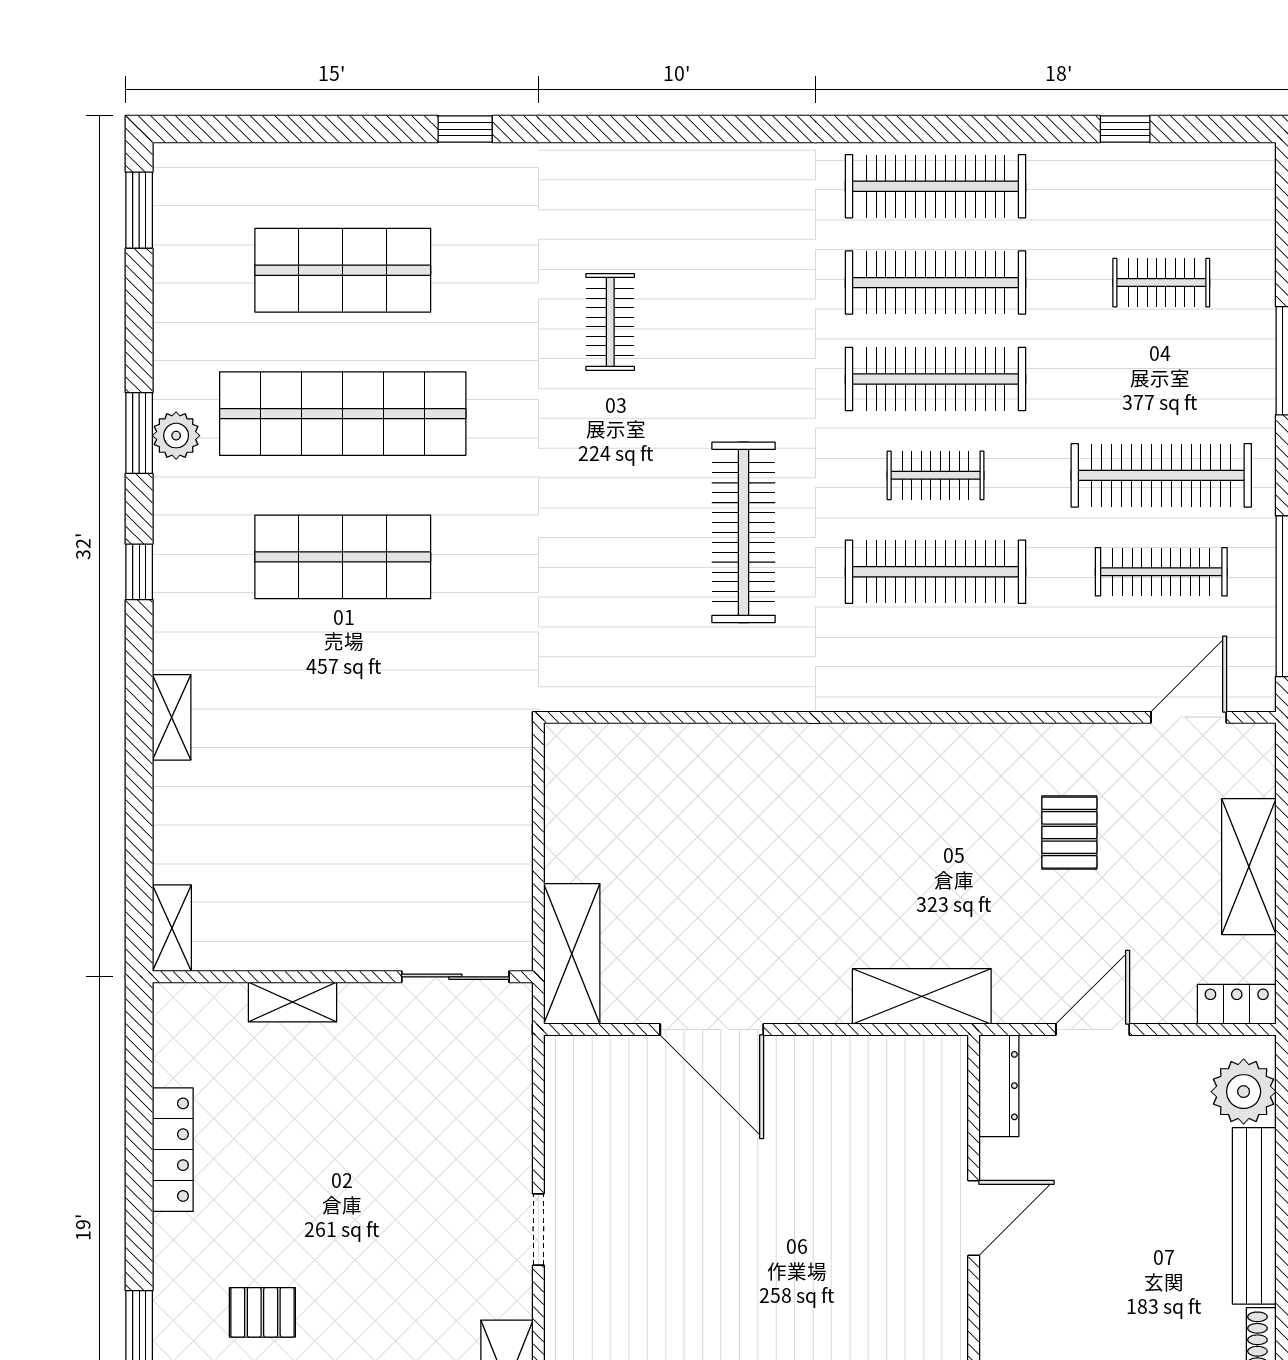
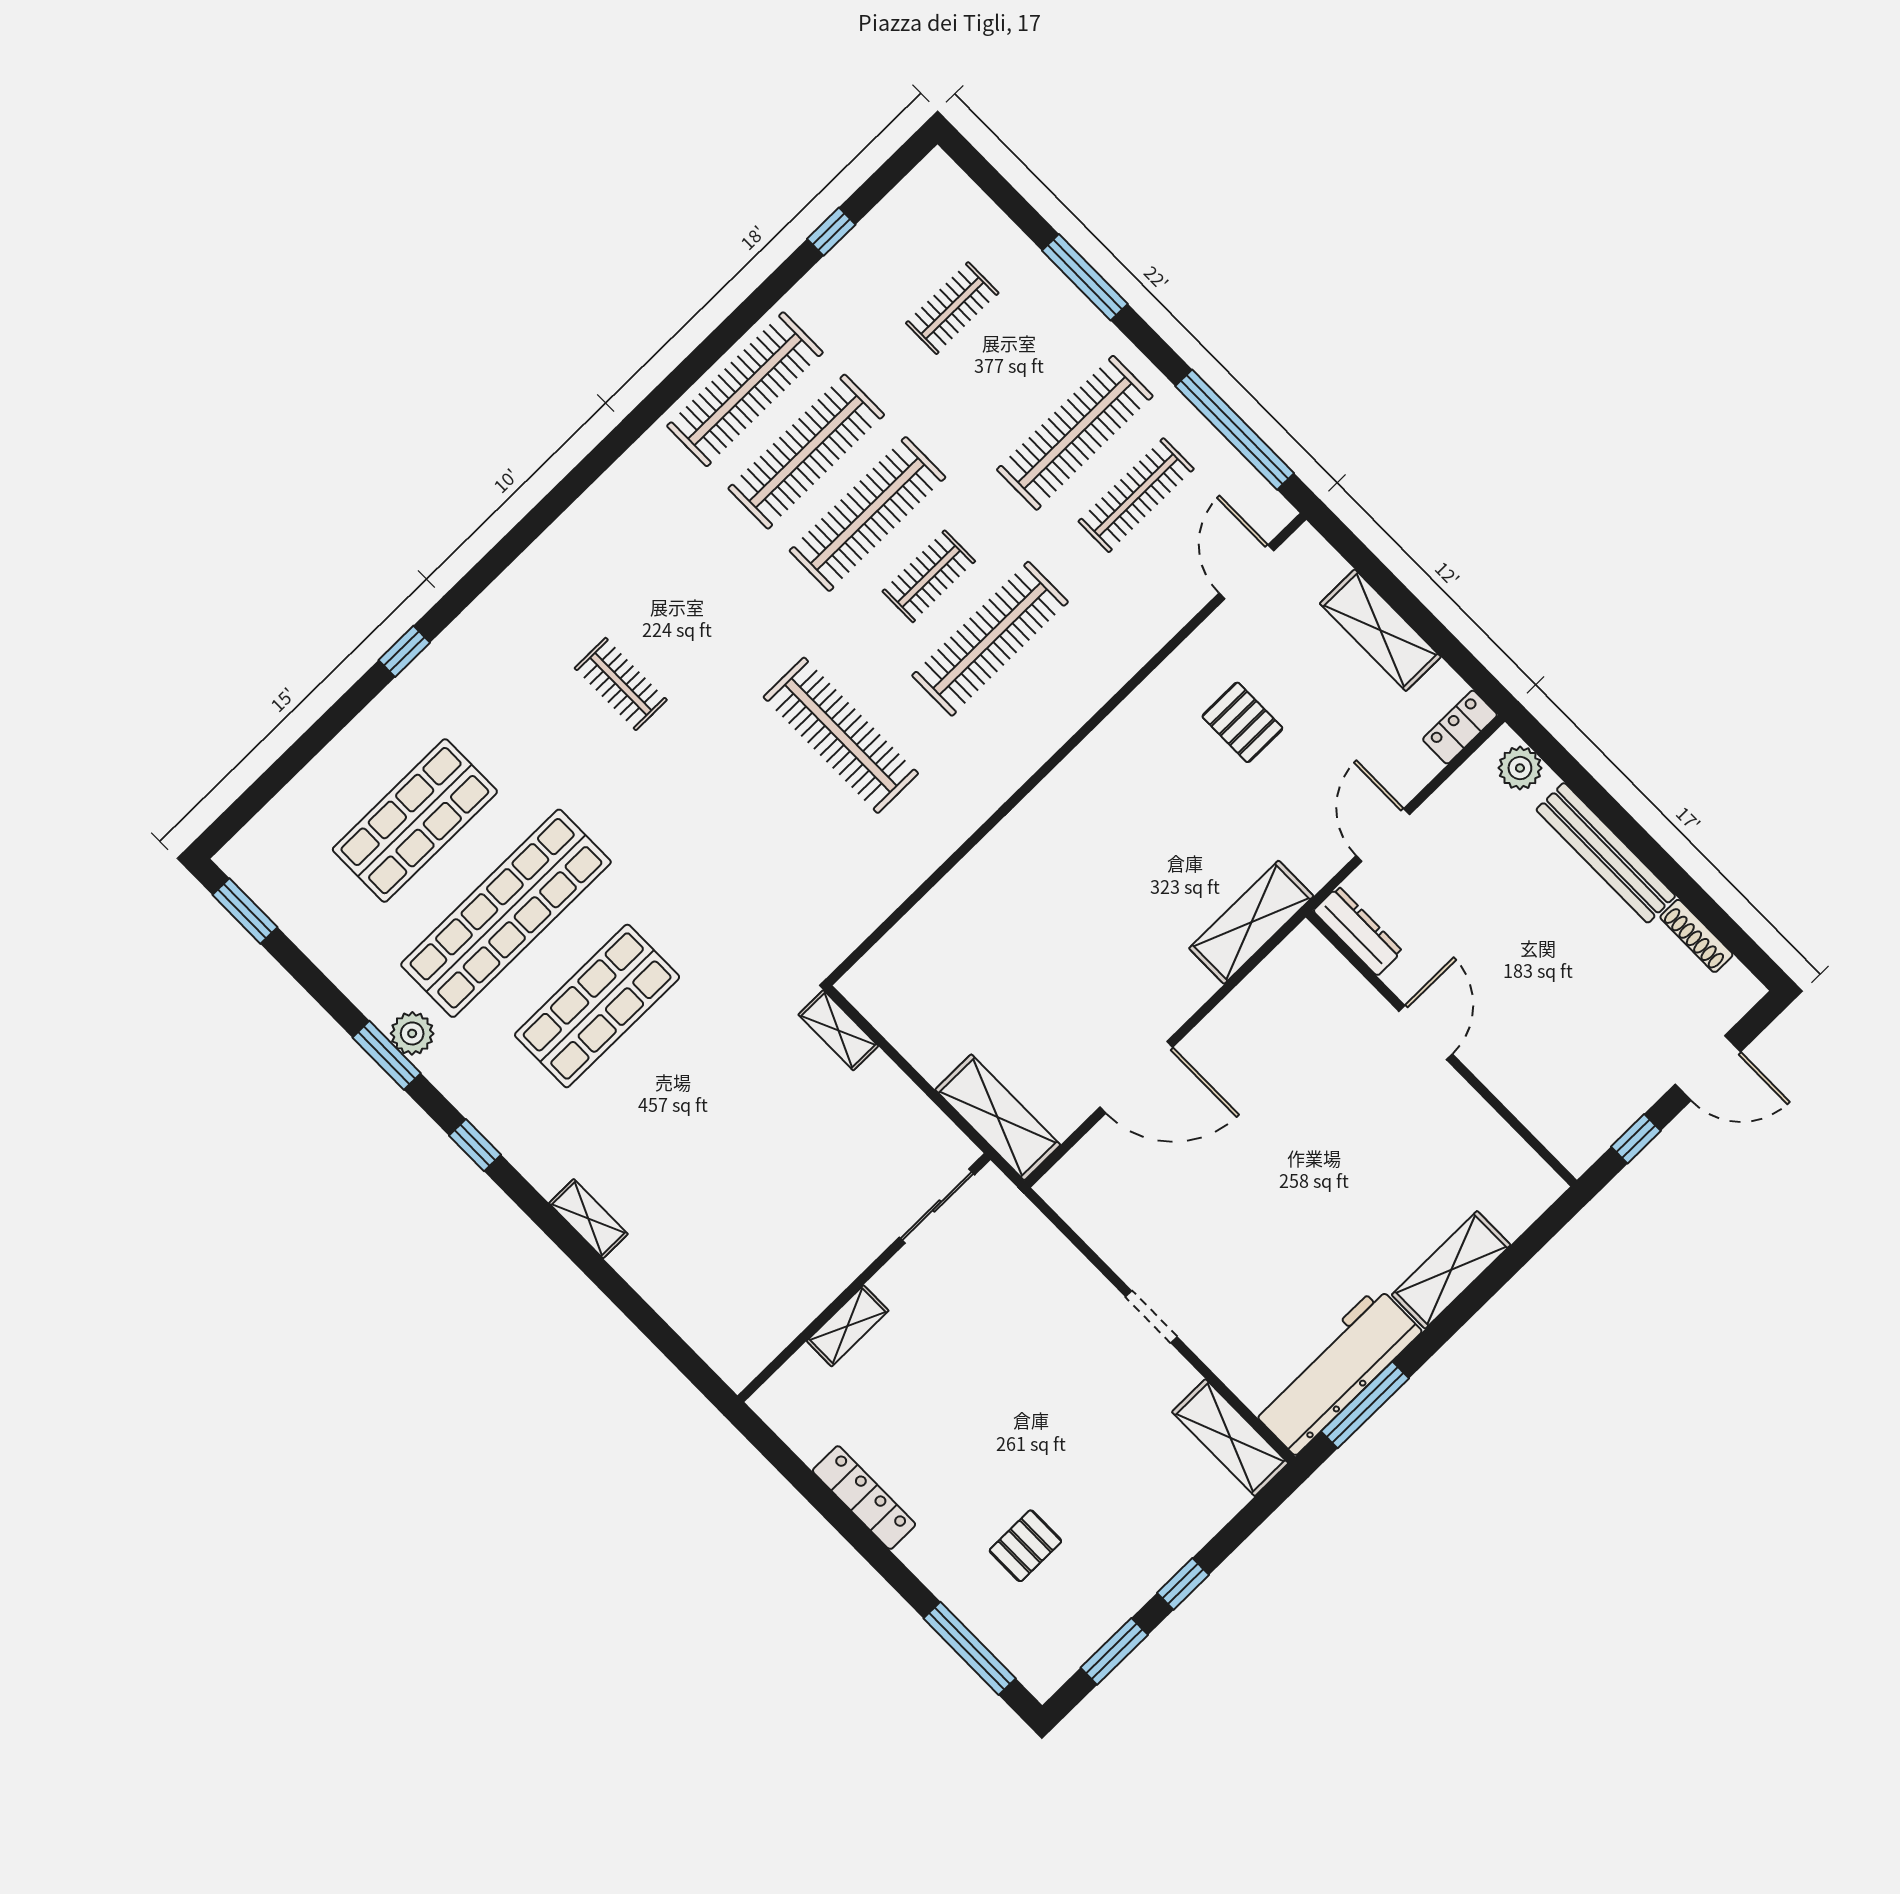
shelving: (172, 928) -> (838, 1030), moved
plant: (1244, 1092) -> (1520, 768), width x0.73, depth x0.73

